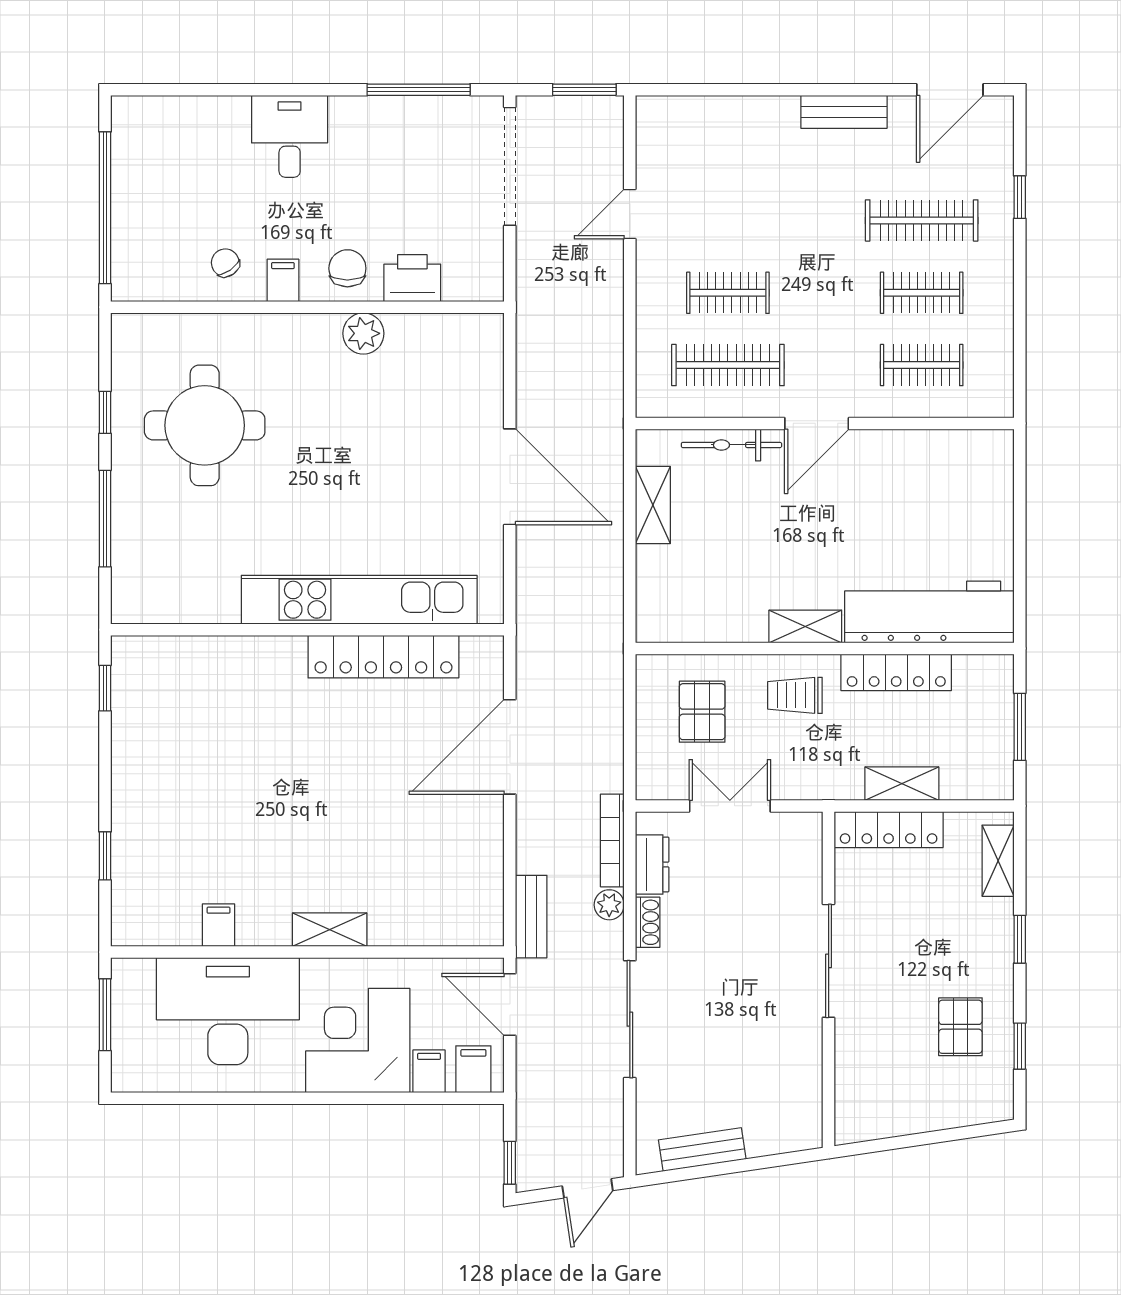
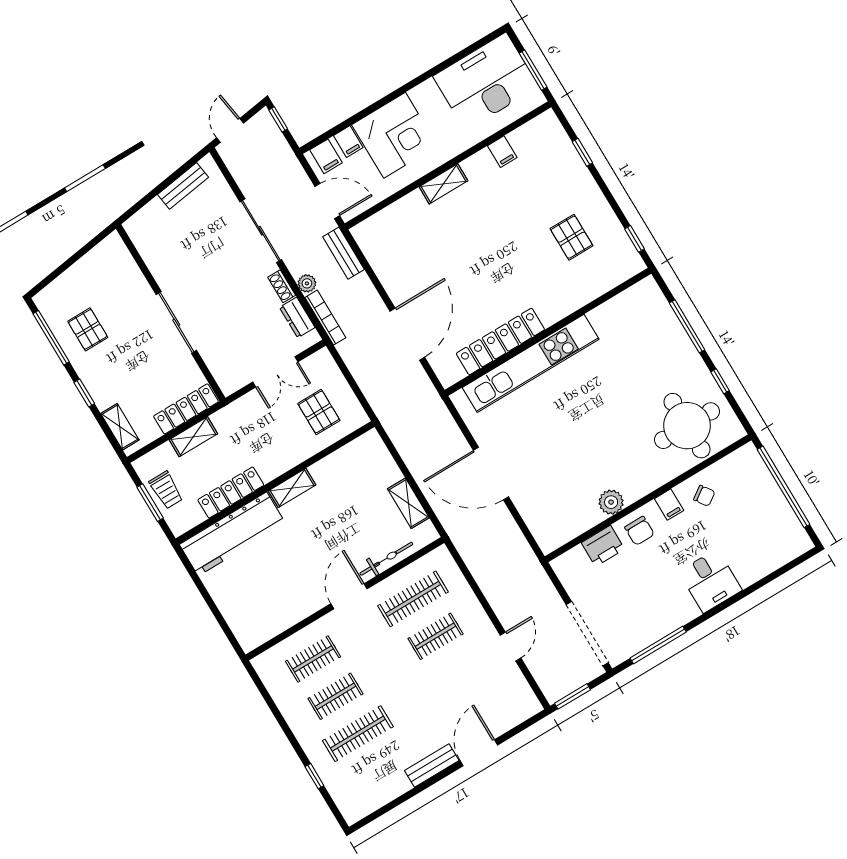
door: (950, 90) -> (479, 753), moved
round table: (205, 425) -> (687, 426), moved
trolley: (795, 695) -> (166, 490), moved, turned 90
pallet: (193, 744) -> (571, 237), added
desk: (228, 1011) -> (486, 81), moved, turned 180
window: (1020, 1046) -> (51, 338), width x2.17

